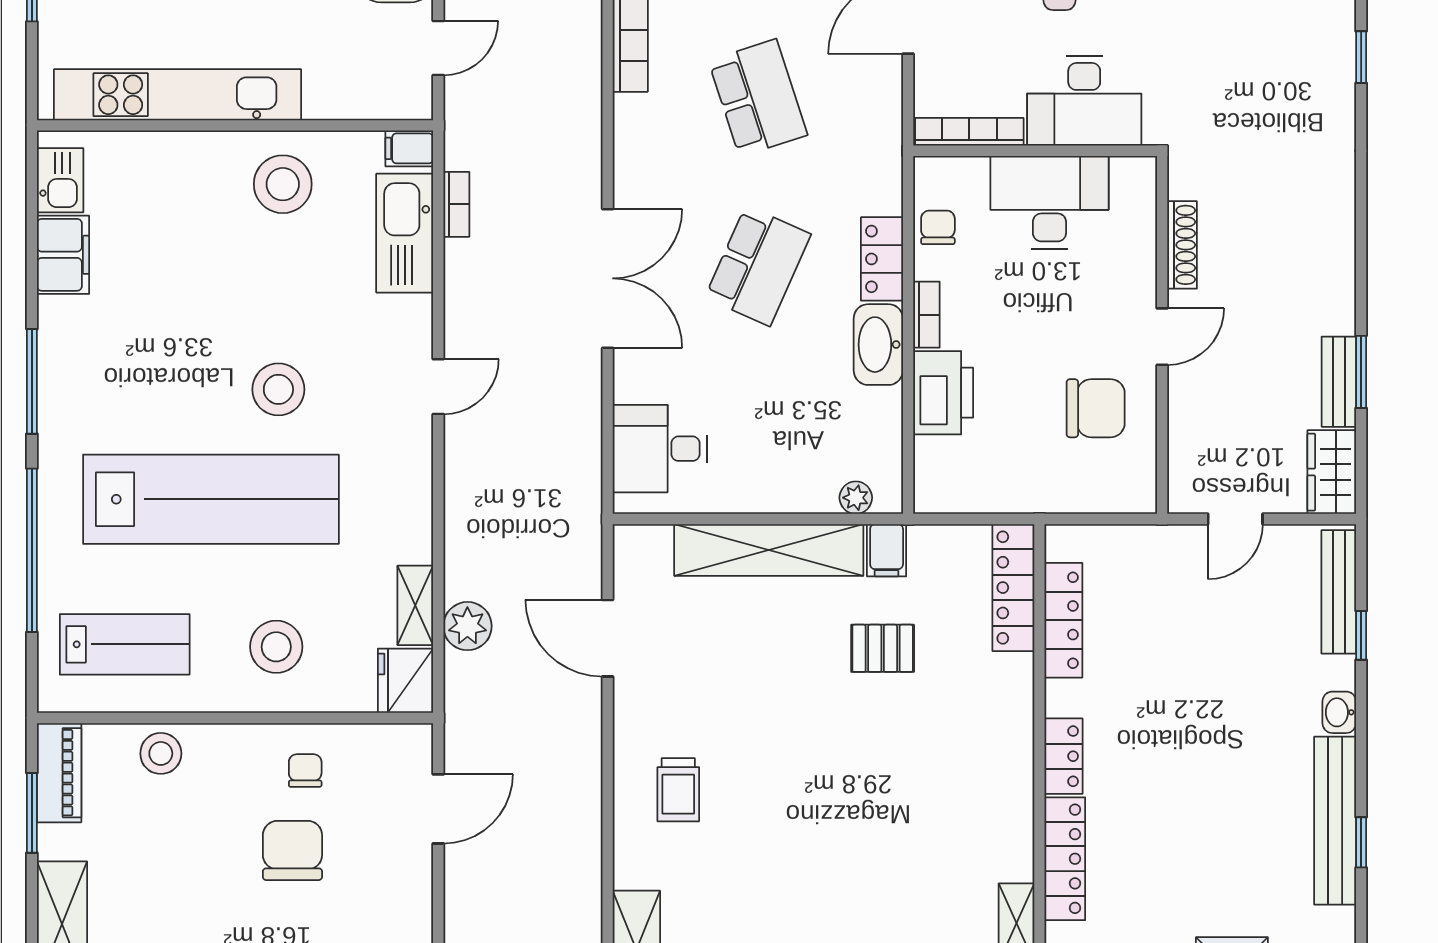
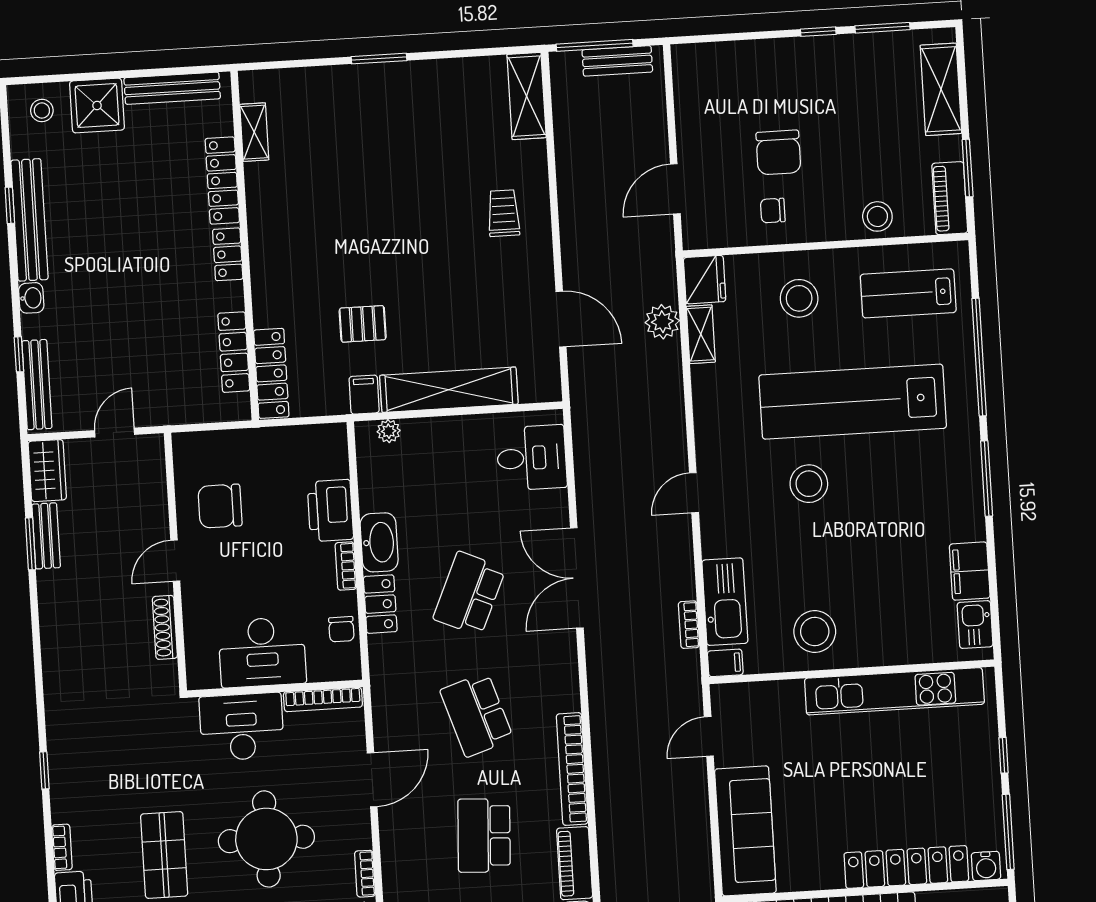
chair: (305, 771) -> (773, 211), turned 90

